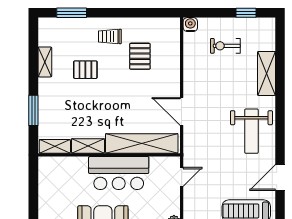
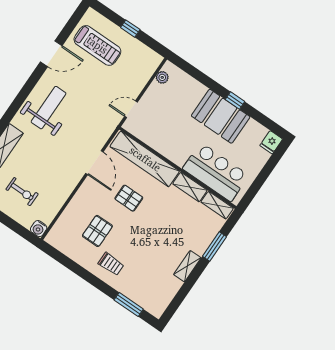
shelving: (45, 62) -> (187, 266), moved
pallet: (85, 70) -> (129, 198), moved
bar counter: (119, 173) -> (216, 172), moved

